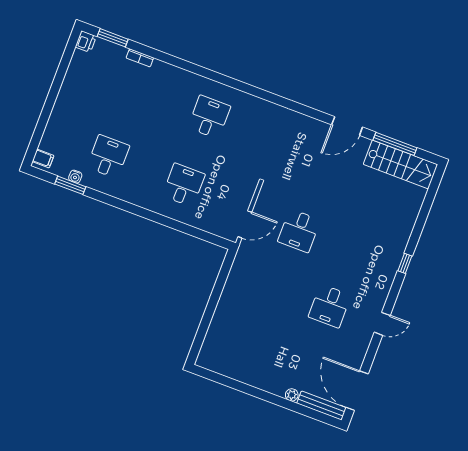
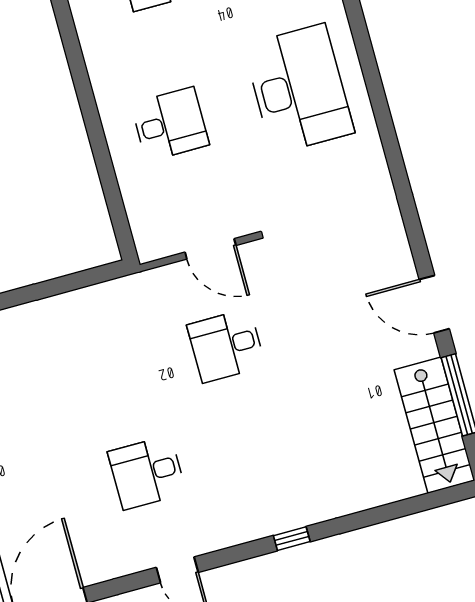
desk: (209, 117) -> (299, 89), width x1.87, depth x1.30
door: (245, 224) -> (210, 249), moved

